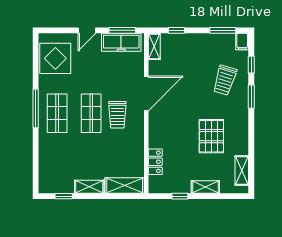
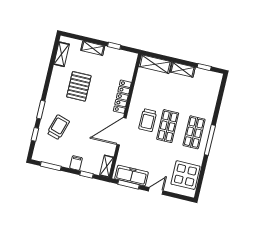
filing cabinet: (242, 42) -> (76, 163), moved
trolley: (117, 115) -> (148, 120), turned 180
locker: (155, 162) -> (122, 97), moved, width x1.53

